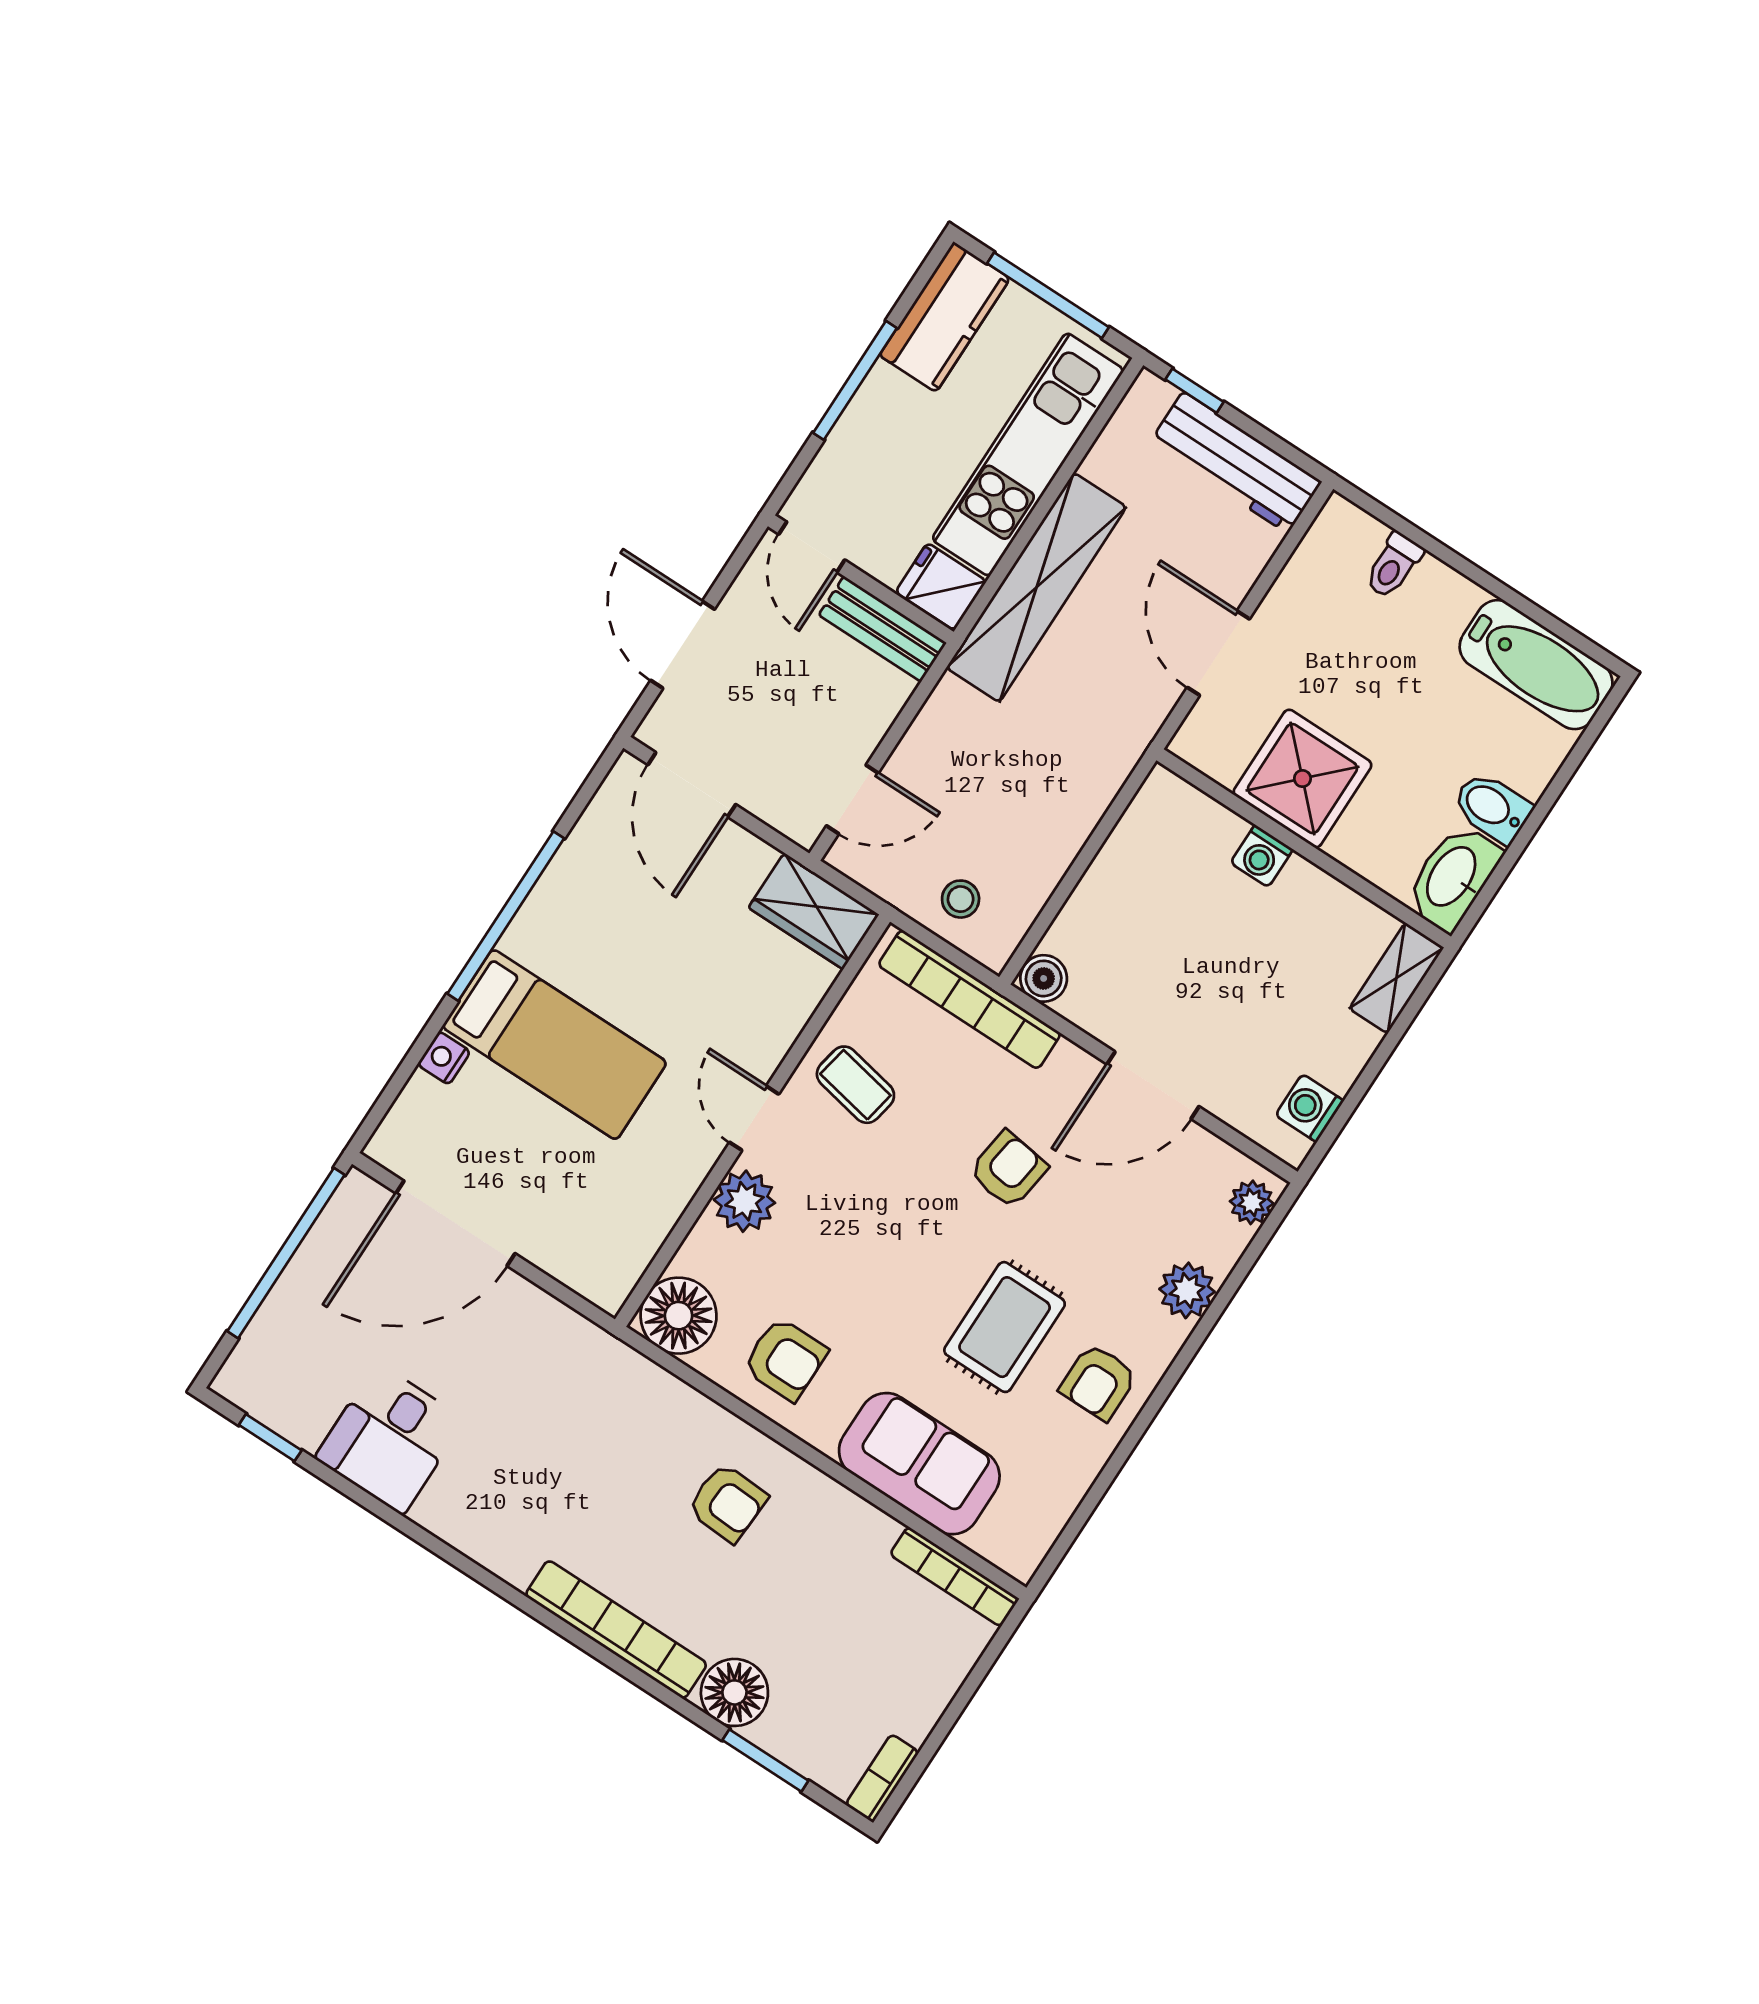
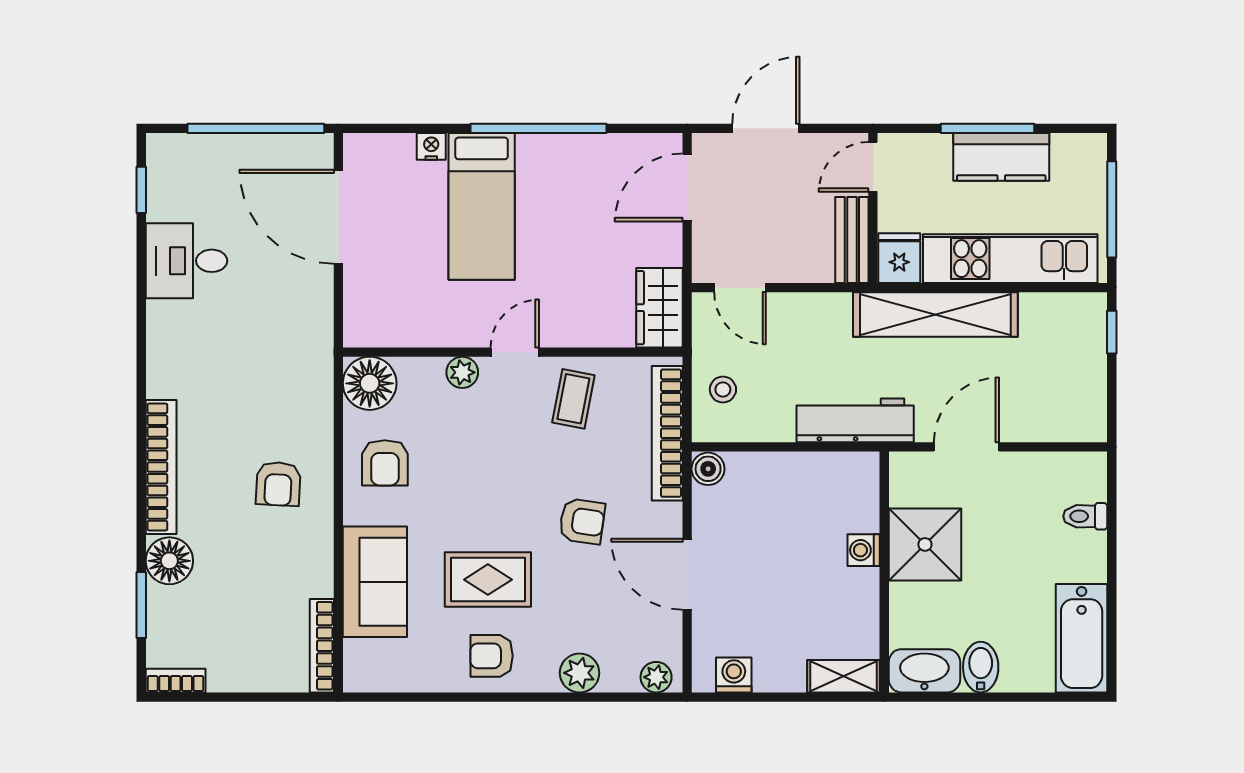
kitchen counter: (945, 317) -> (1001, 157), moved
workbench: (1236, 462) -> (855, 420), moved, turned 90
plant: (744, 1201) -> (462, 372), width x0.73, depth x0.73

